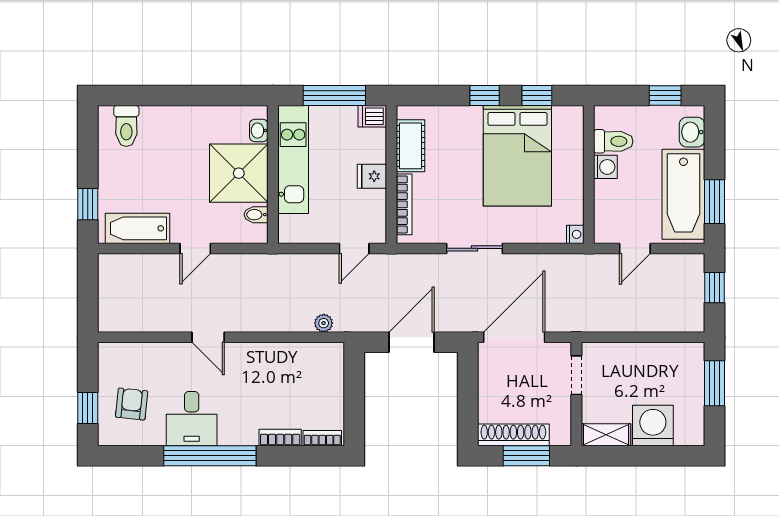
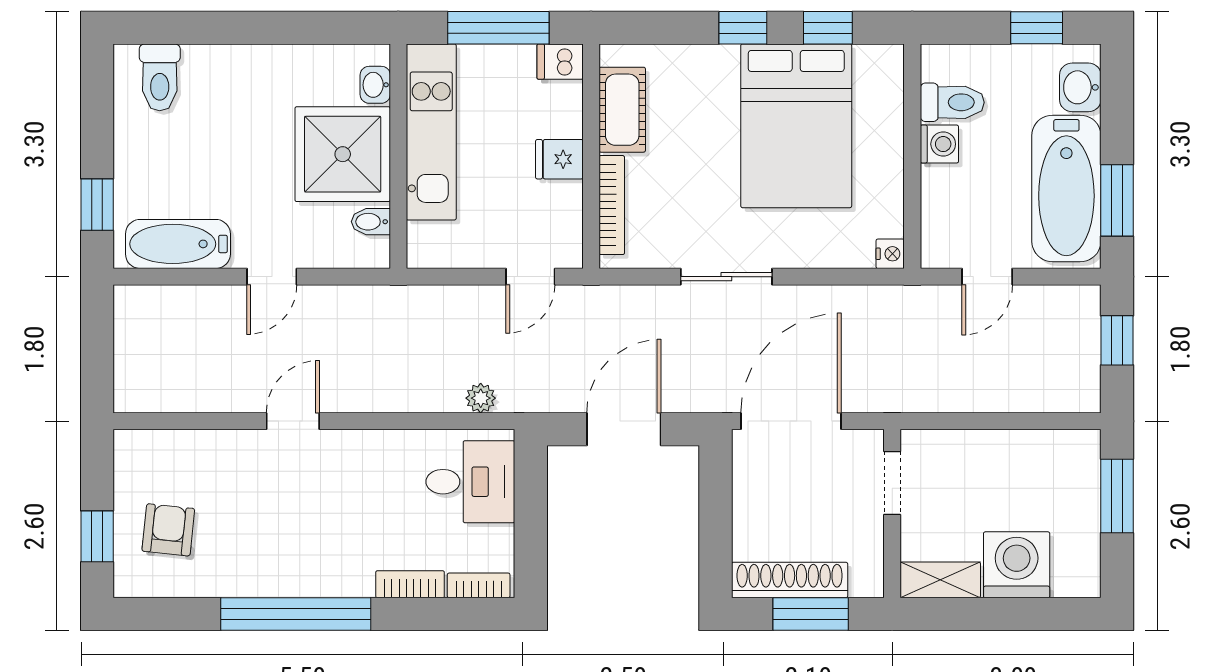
door: (208, 337) -> (293, 421), swing flipped
desk: (192, 419) -> (470, 482), moved, turned -90

